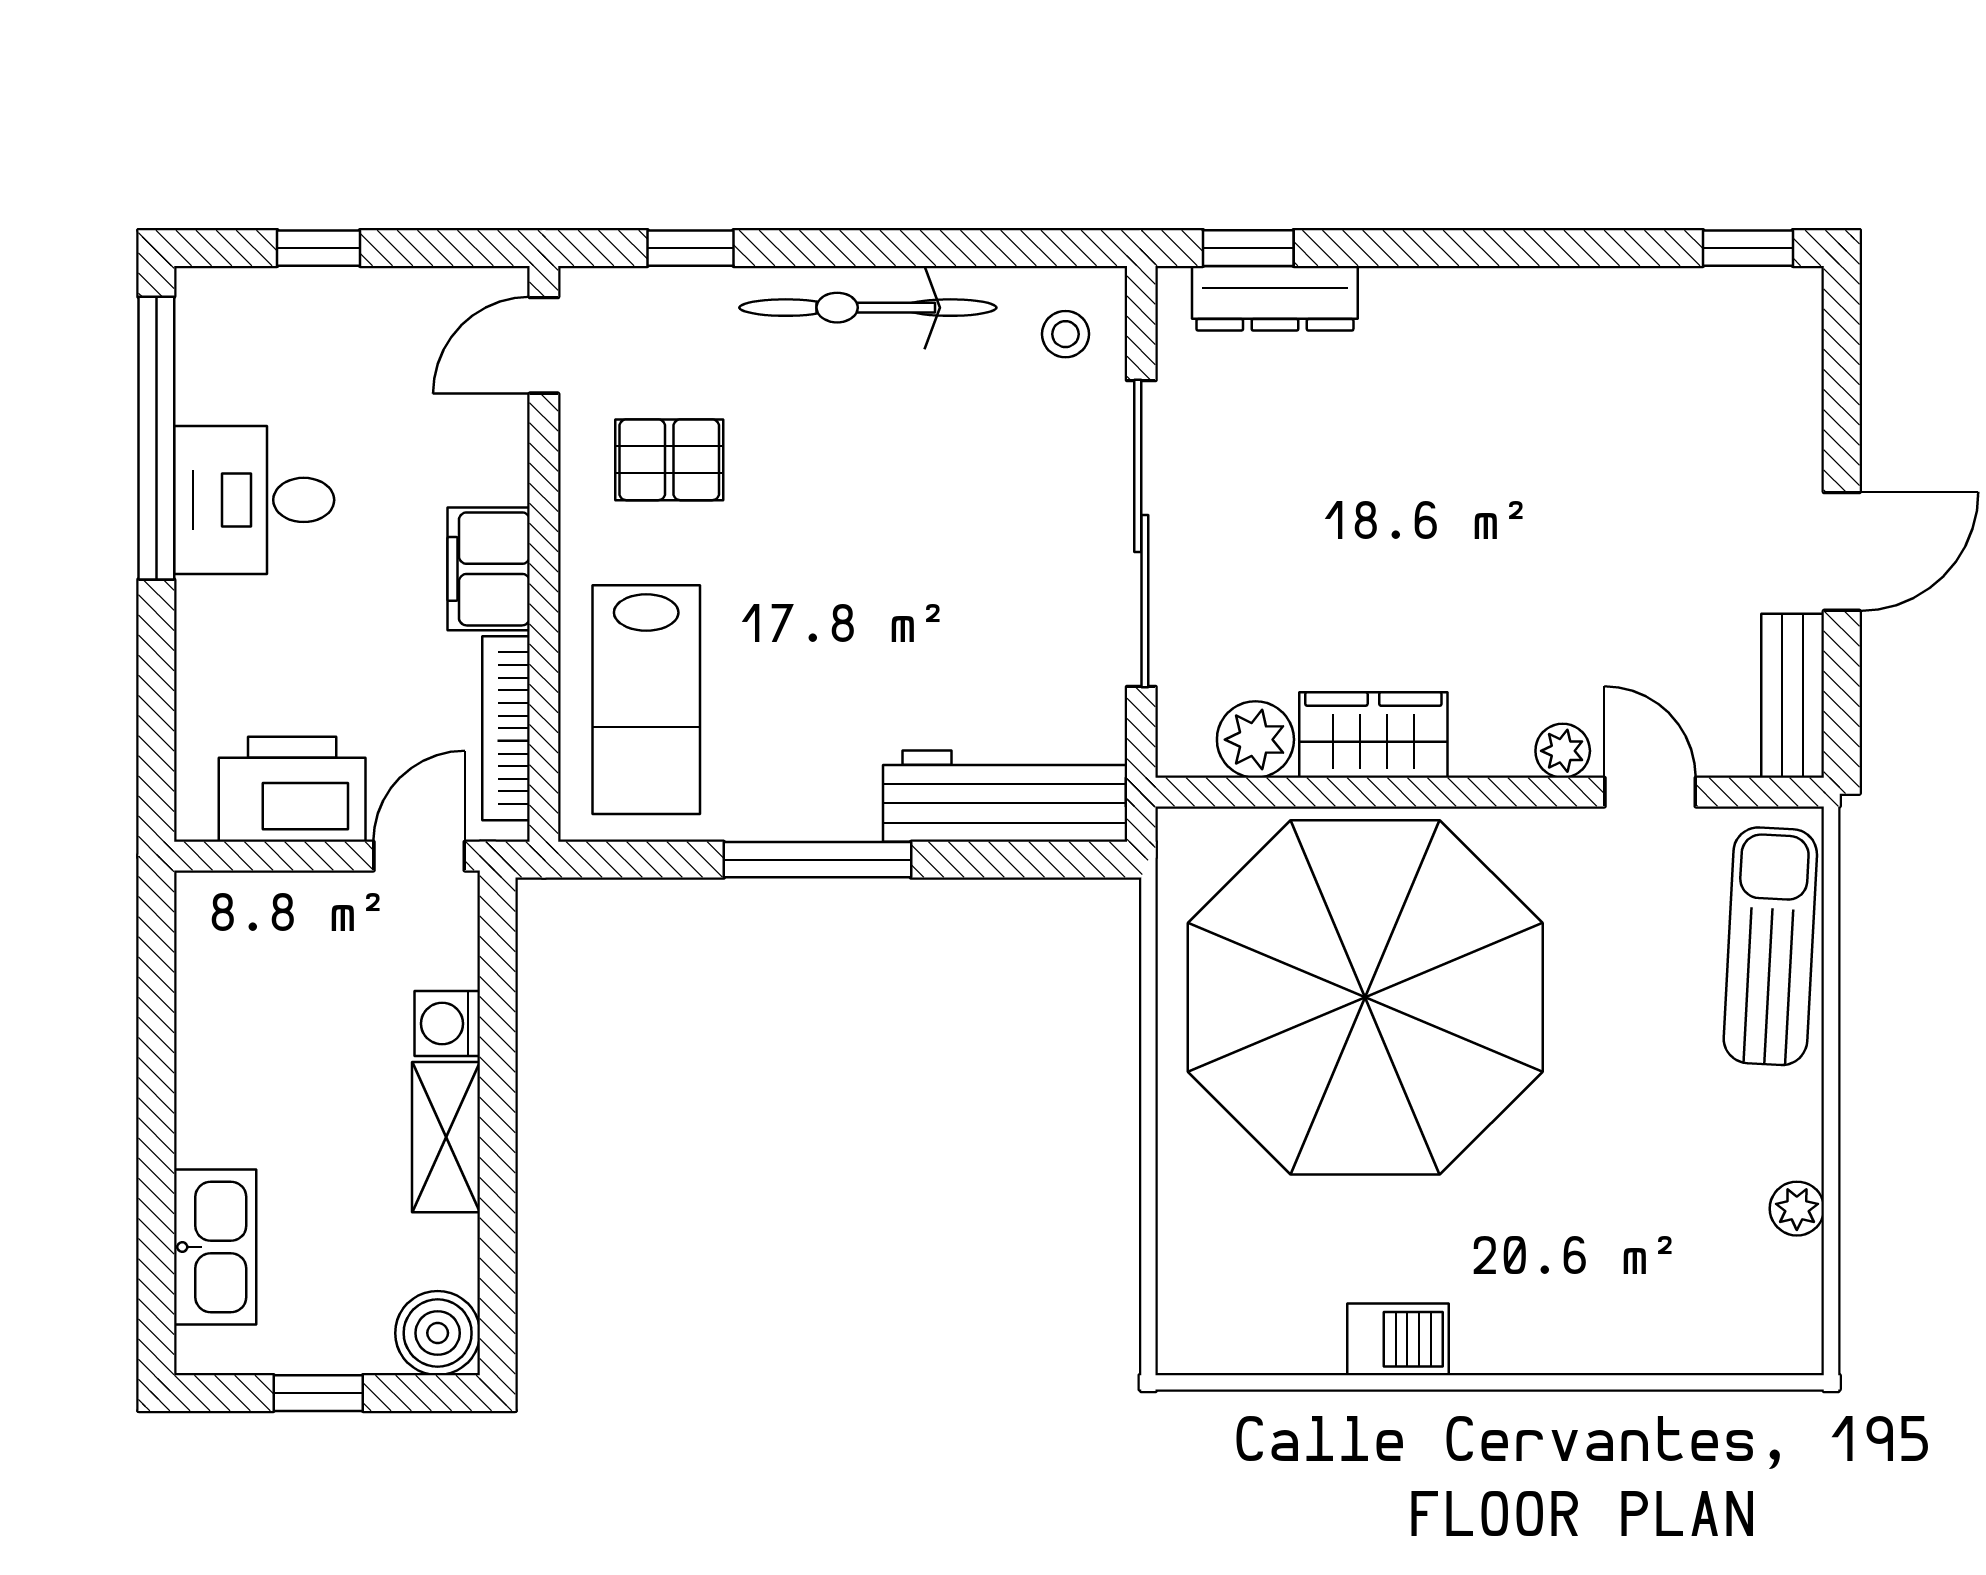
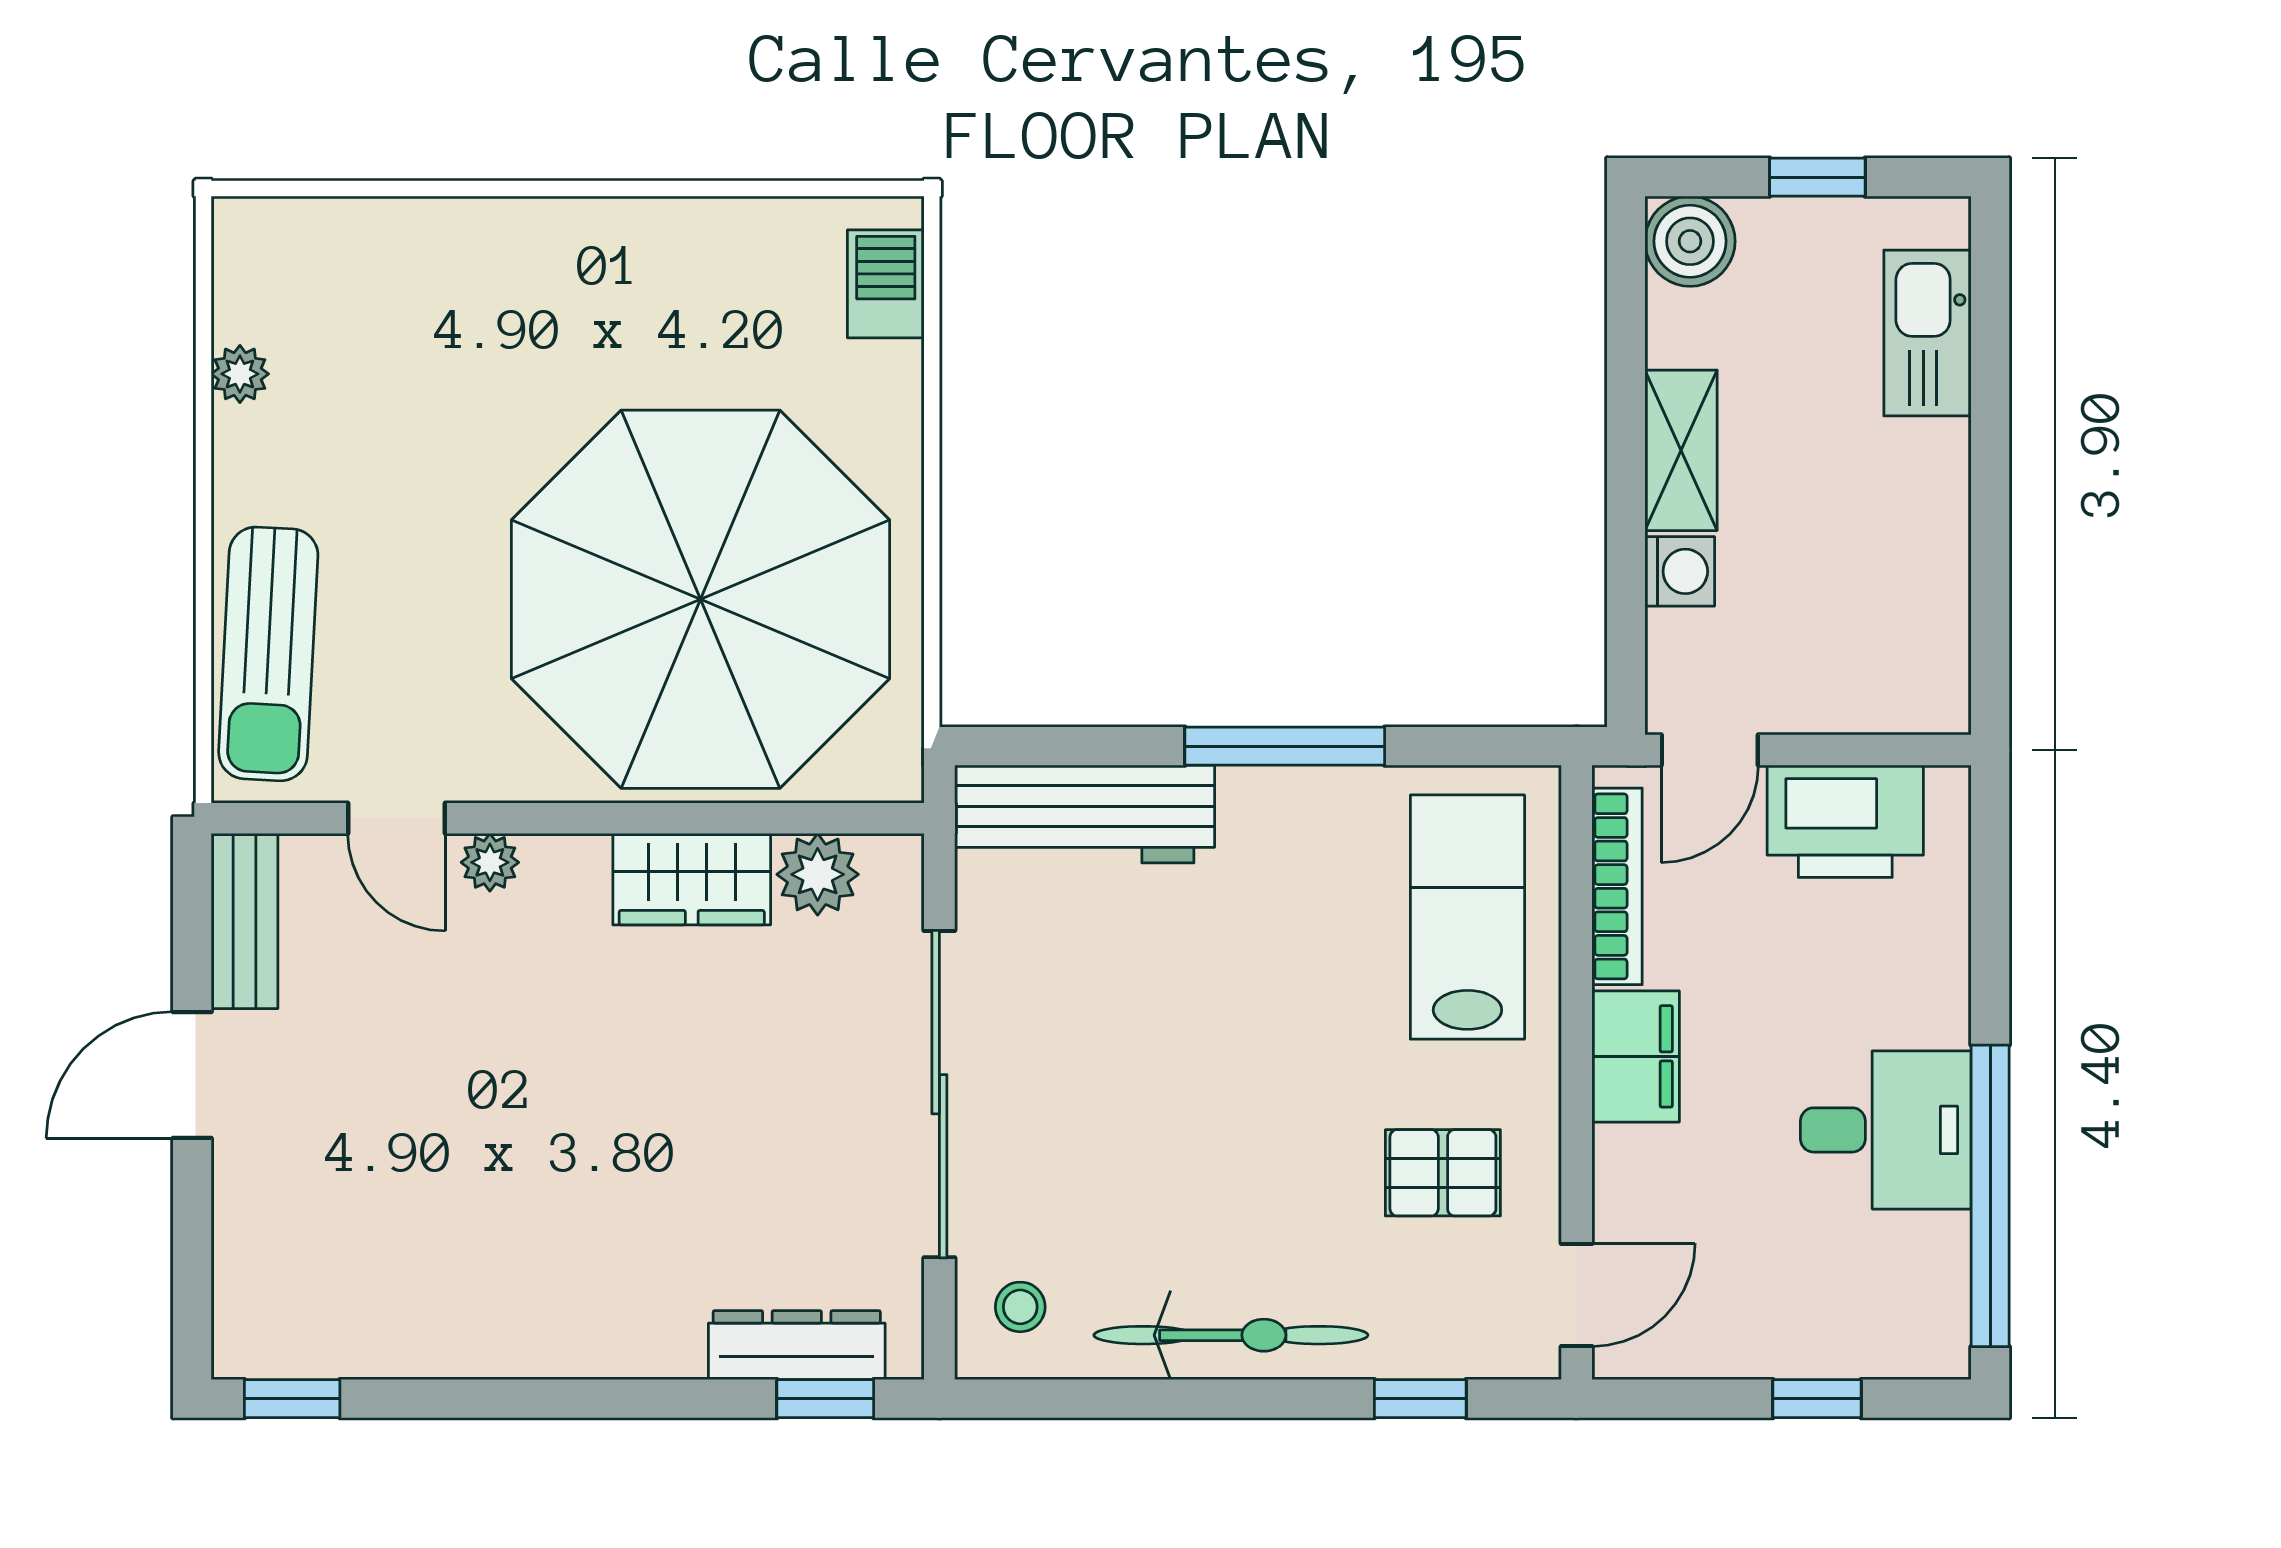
barbecue: (1398, 1339) -> (886, 284), moved, turned 90

